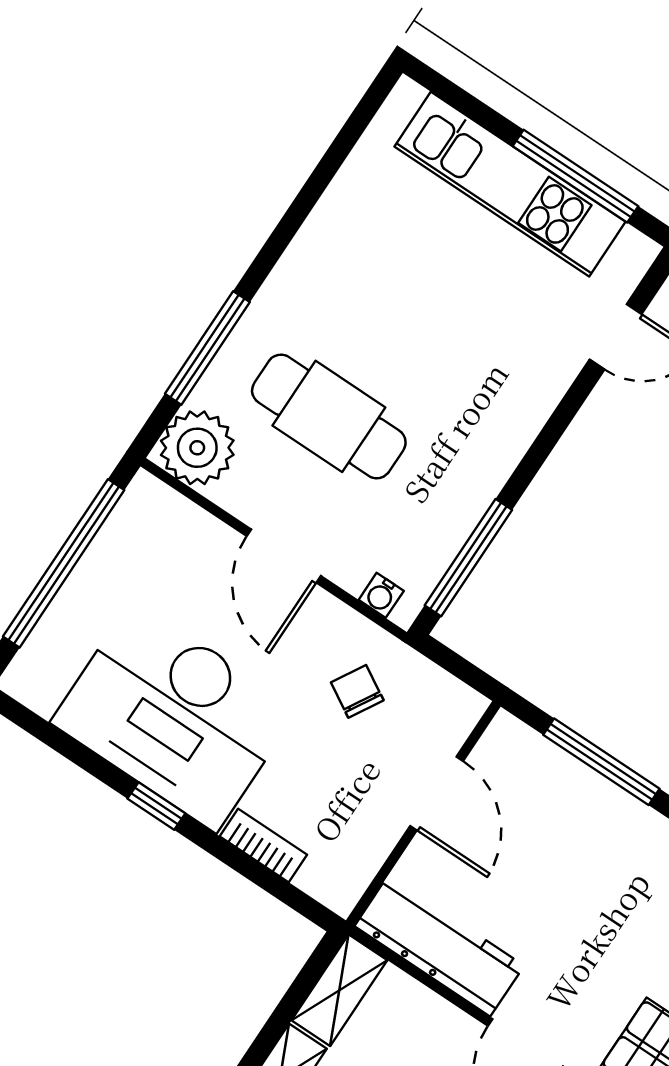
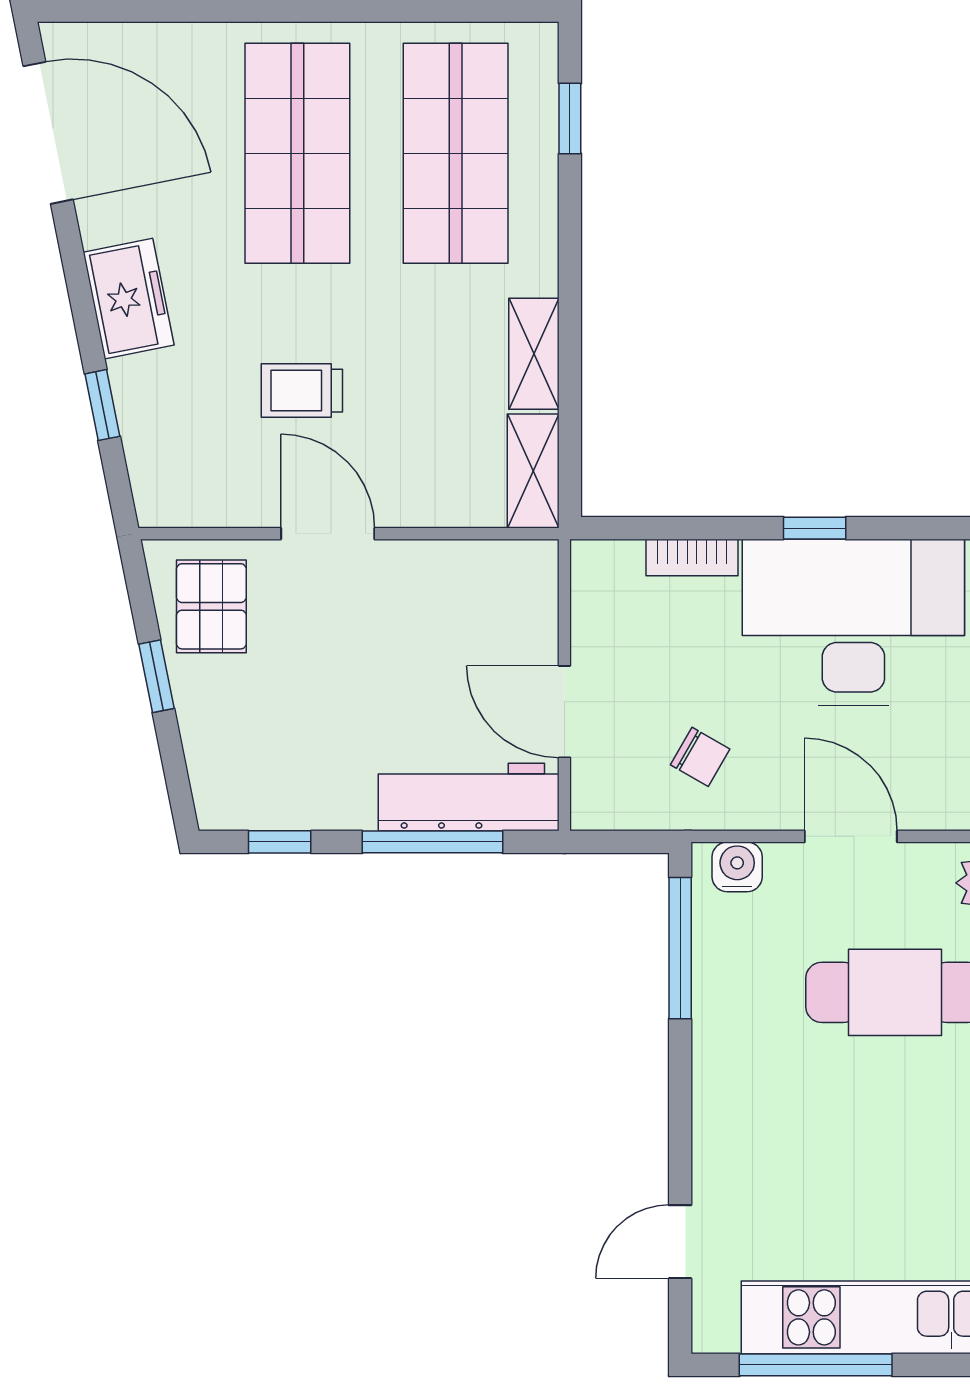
water cooler: (381, 595) -> (737, 867), width x1.38, depth x1.38
workbench: (439, 946) -> (469, 797), moved, turned 180

